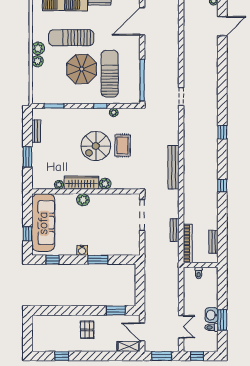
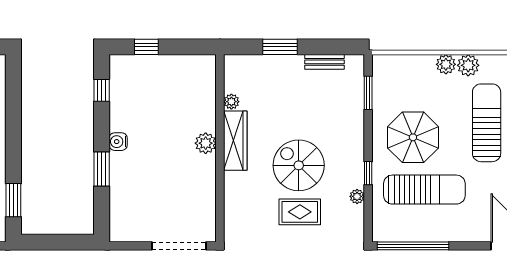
parasol: (82, 69) -> (413, 137), moved
plant: (105, 184) -> (233, 182), removed
sofa: (43, 223) -> (166, 74), removed

